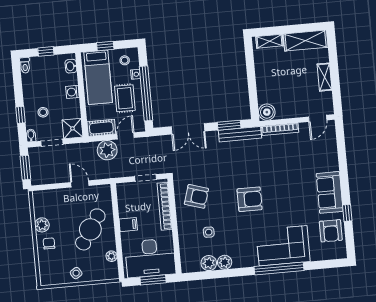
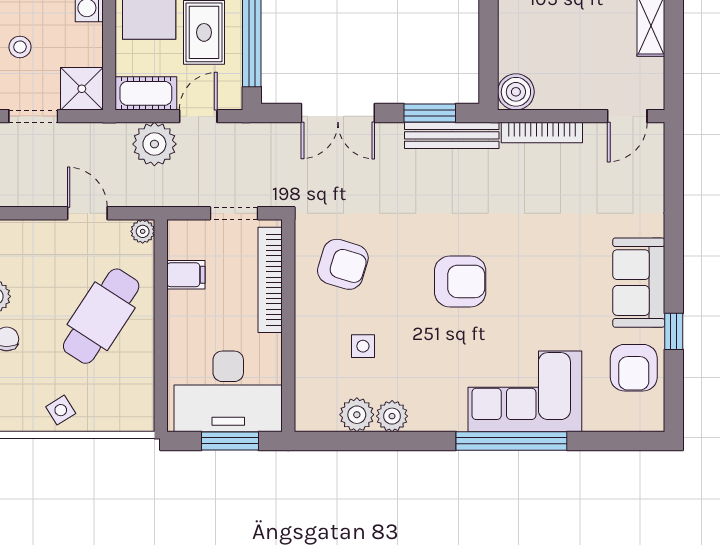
filing cabinet: (128, 225) -> (186, 275), moved
plant: (112, 256) -> (143, 231), moved

